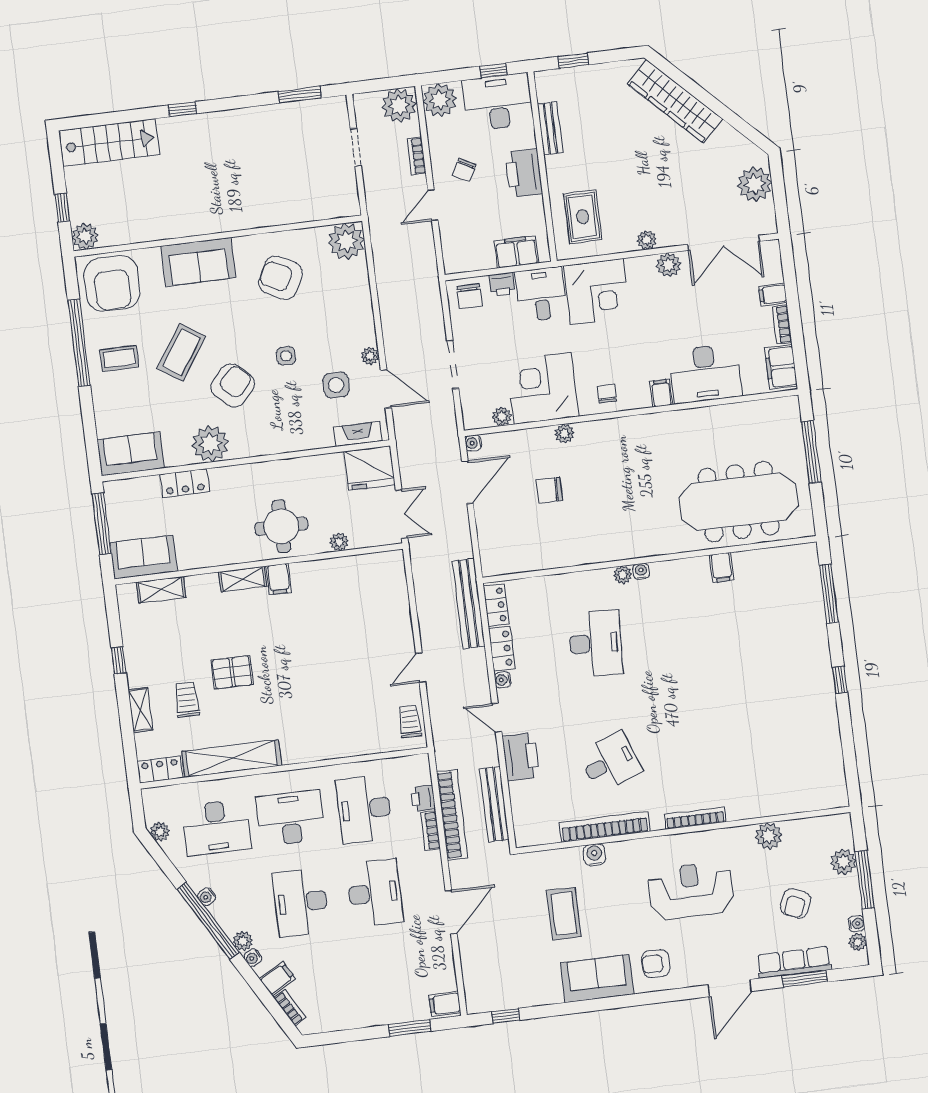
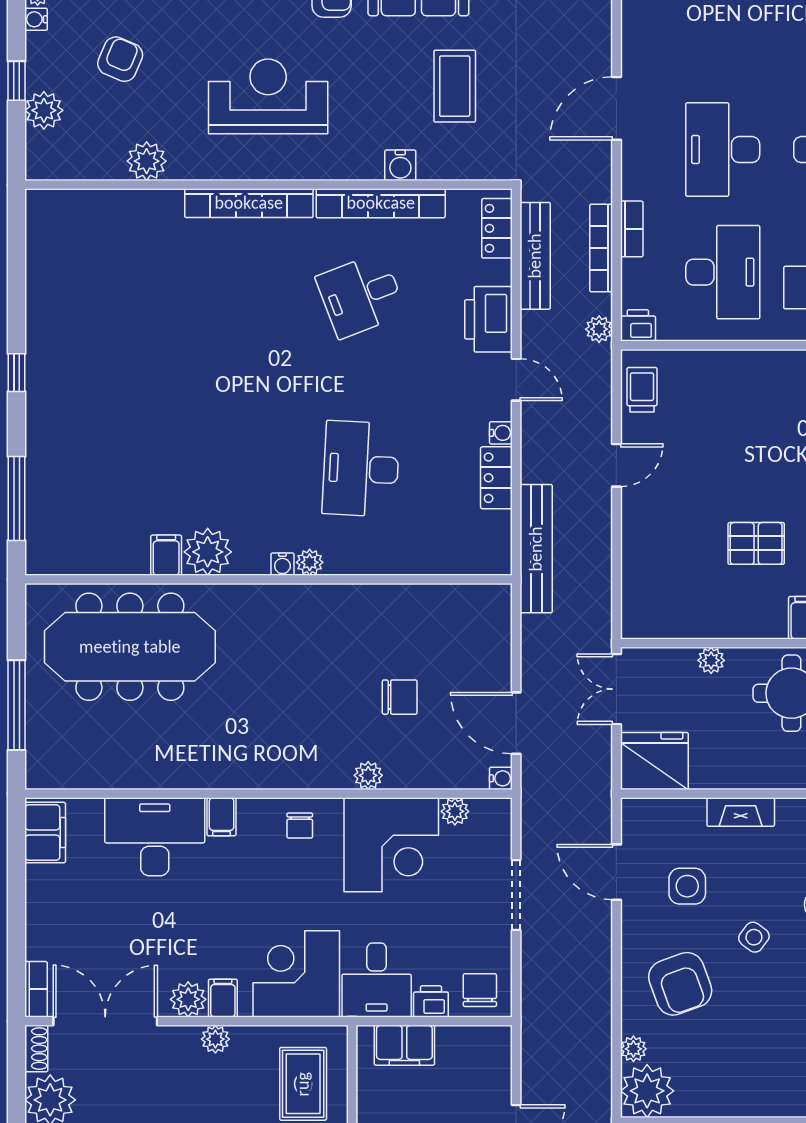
shoe rack: (769, 218) -> (36, 1049), added
armchair: (280, 278) -> (680, 984), moved, turned 42
filing cabinet: (773, 295) -> (223, 998), moved, turned -90
bookcase: (782, 325) -> (36, 989), moved
side table: (286, 356) -> (754, 937), turned 37
plant: (370, 356) -> (633, 1049), moved
fireplace: (358, 434) -> (741, 812), moved
door: (467, 482) -> (516, 723), hinge flipped
plant: (693, 573) -> (208, 552), added
locker: (496, 605) -> (497, 228), moved
pallet: (318, 626) -> (756, 543), added
trolley: (410, 721) -> (642, 390), turned 180
plant: (444, 759) -> (599, 329), added
printer: (423, 798) -> (638, 325), moved, turned -90
bookcase: (452, 815) -> (601, 248), width x0.68, depth x0.76
bookcase: (695, 818) -> (249, 203), width x1.48, depth x1.31
window: (865, 880) -> (17, 81), width x0.46
reception desk: (691, 891) -> (268, 96), turned 180

